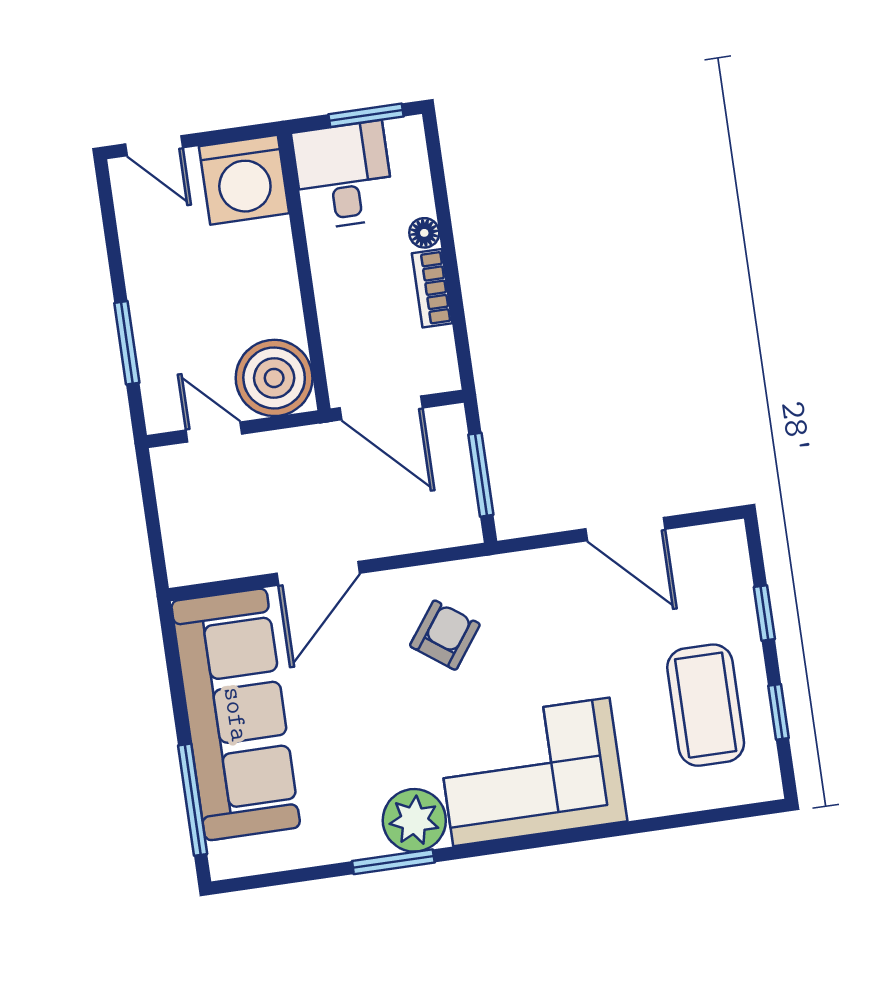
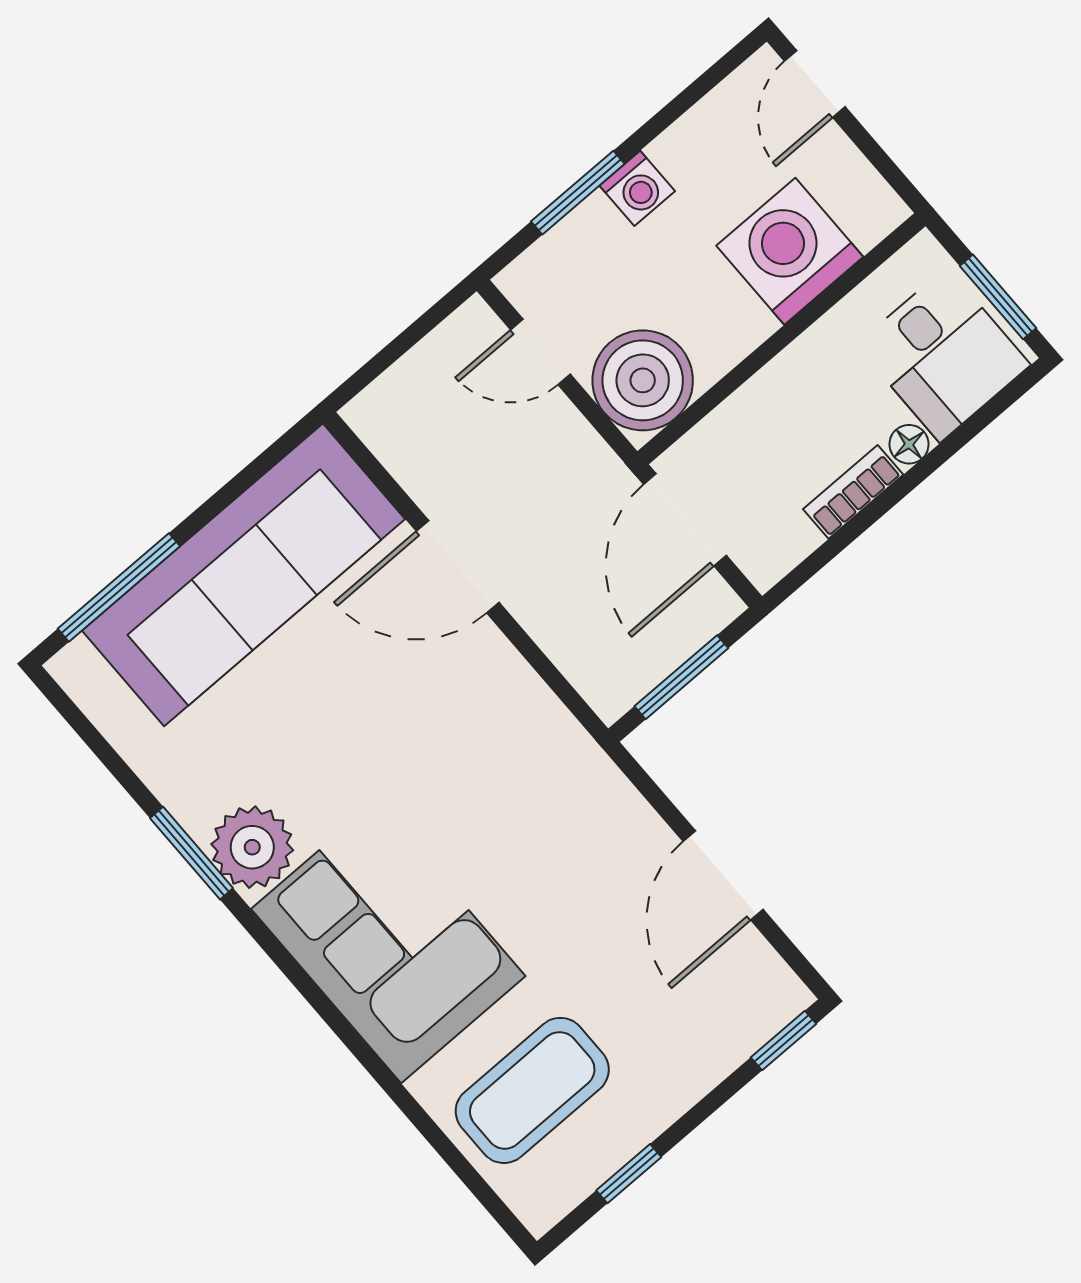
desk: (343, 175) -> (943, 355), moved, turned 90
washing machine: (244, 180) -> (790, 251), moved, turned 90
washing machine: (148, 303) -> (637, 188), added
door: (214, 432) -> (541, 352), swing flipped
window: (764, 613) -> (784, 1041), moved
armchair: (445, 635) -> (479, 750), removed
coffee table: (706, 705) -> (532, 1090), moved

